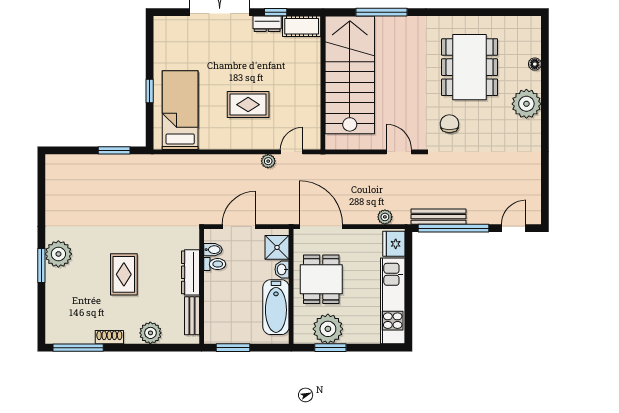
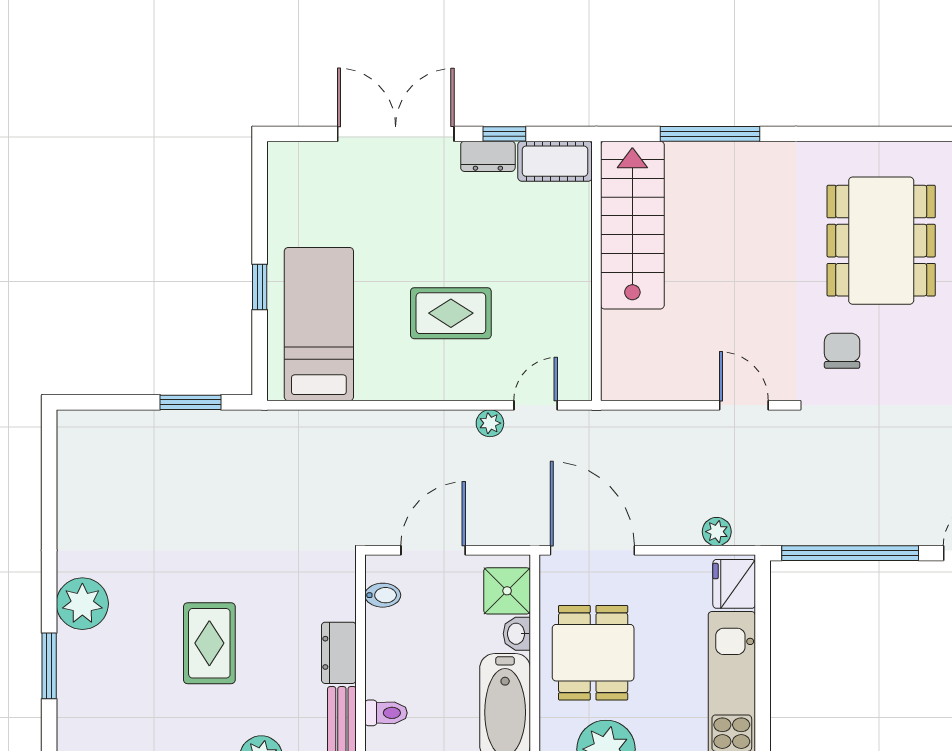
stairs: (350, 75) -> (632, 225), width x0.73, depth x0.66
bench: (438, 217) -> (821, 531), removed
toilet: (215, 264) -> (386, 713), moved
window: (41, 266) -> (49, 666), moved
dresser: (190, 272) -> (339, 653), width x0.70

